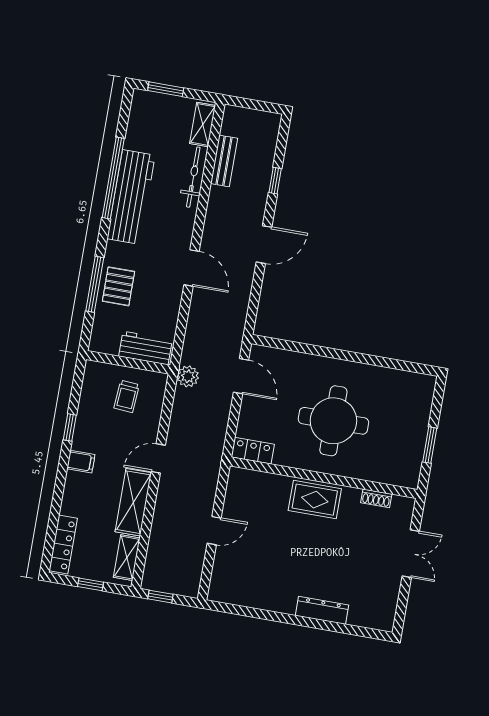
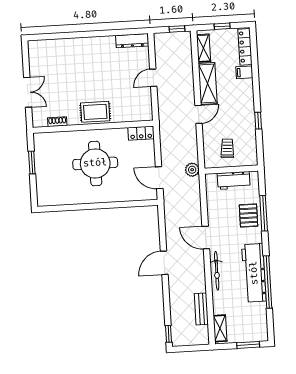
bicycle: (193, 177) -> (217, 271), moved
window: (275, 181) -> (168, 334), moved
workbench: (145, 348) -> (234, 180), moved
filing cabinet: (81, 462) -> (244, 72), moved
double door: (411, 554) -> (28, 92), swing flipped
dresser: (322, 610) -> (132, 41), moved

